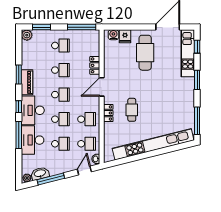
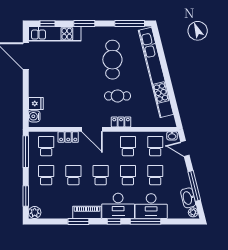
school desk: (87, 45) -> (46, 146), added
cafe table: (145, 53) -> (112, 60), moved, turned 90

